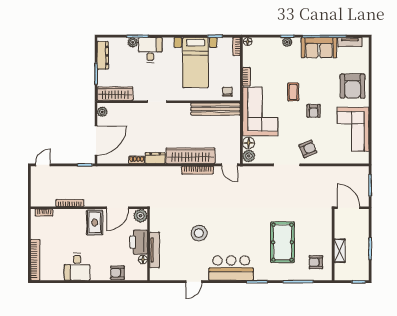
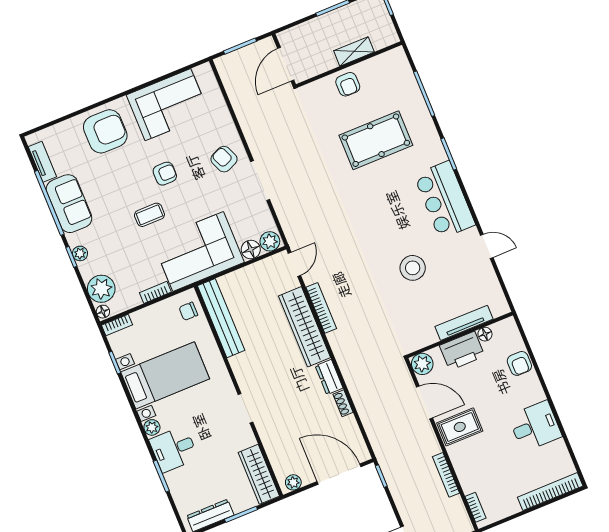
plant: (133, 42) -> (152, 427), moved
plant: (261, 46) -> (101, 289), added
armchair: (316, 262) -> (348, 84), moved

